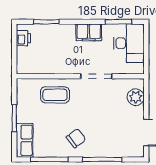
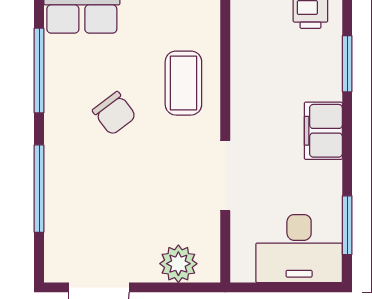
filing cabinet: (89, 32) -> (323, 131), moved
chair: (76, 138) -> (114, 113), moved

